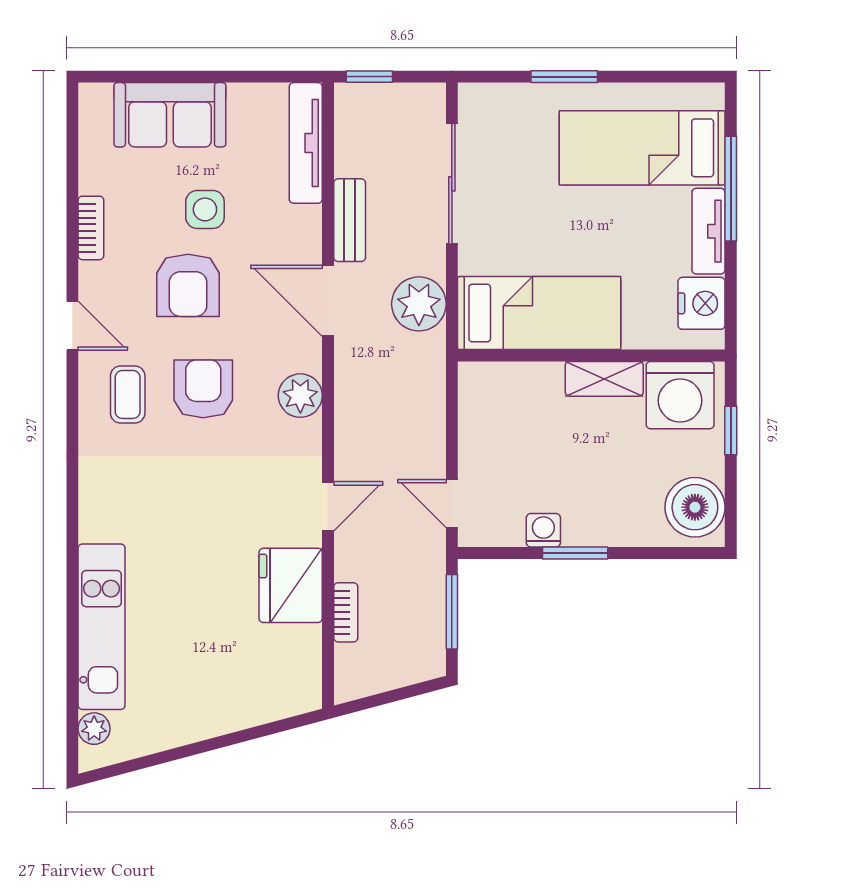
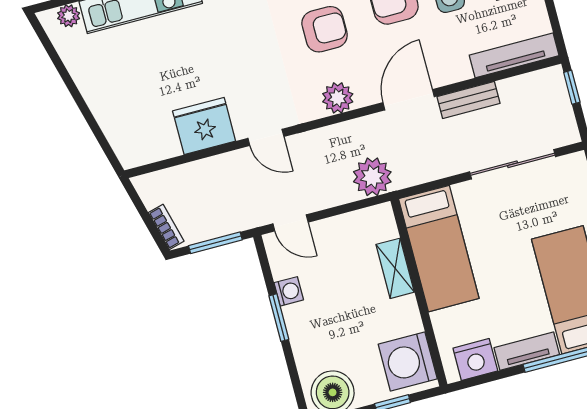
plant: (419, 304) -> (372, 177), moved
shelving: (604, 379) -> (395, 268), moved
door: (452, 503) -> (291, 223), swing flipped
bookcase: (346, 612) -> (166, 227), moved, turned -105

